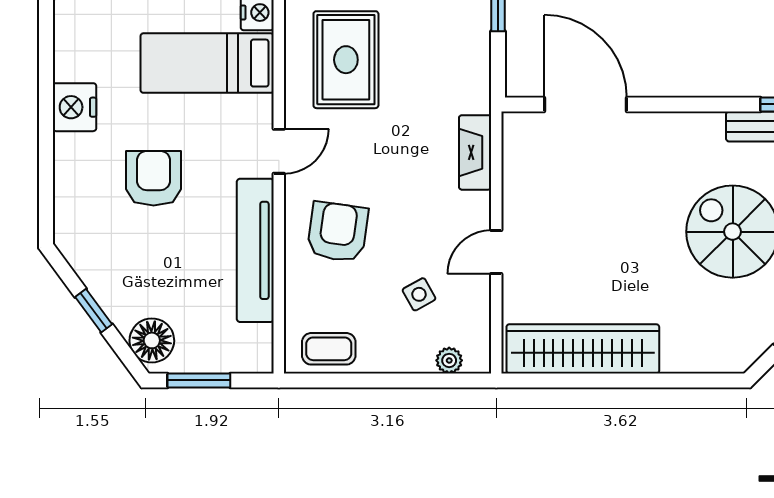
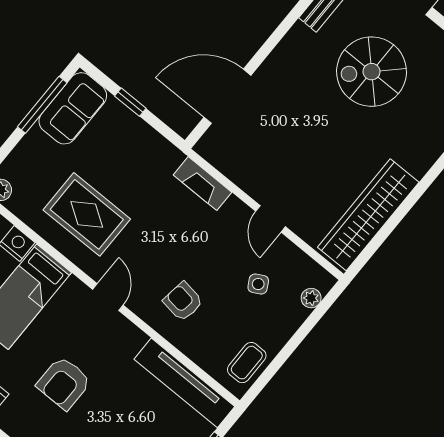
armchair: (154, 178) -> (64, 383), turned -90
armchair: (338, 232) -> (183, 302), width x0.72, depth x0.72
tv unit: (255, 250) -> (184, 383), moved

